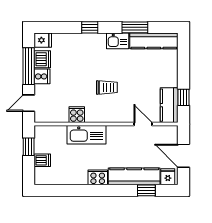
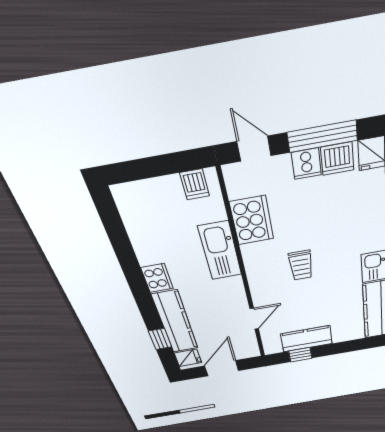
kitchen counter: (169, 105) -> (306, 339), moved
cooker: (77, 115) -> (252, 220), width x1.87, depth x1.31
window: (29, 147) -> (174, 163), removed
dishwasher: (42, 160) -> (195, 184), moved

